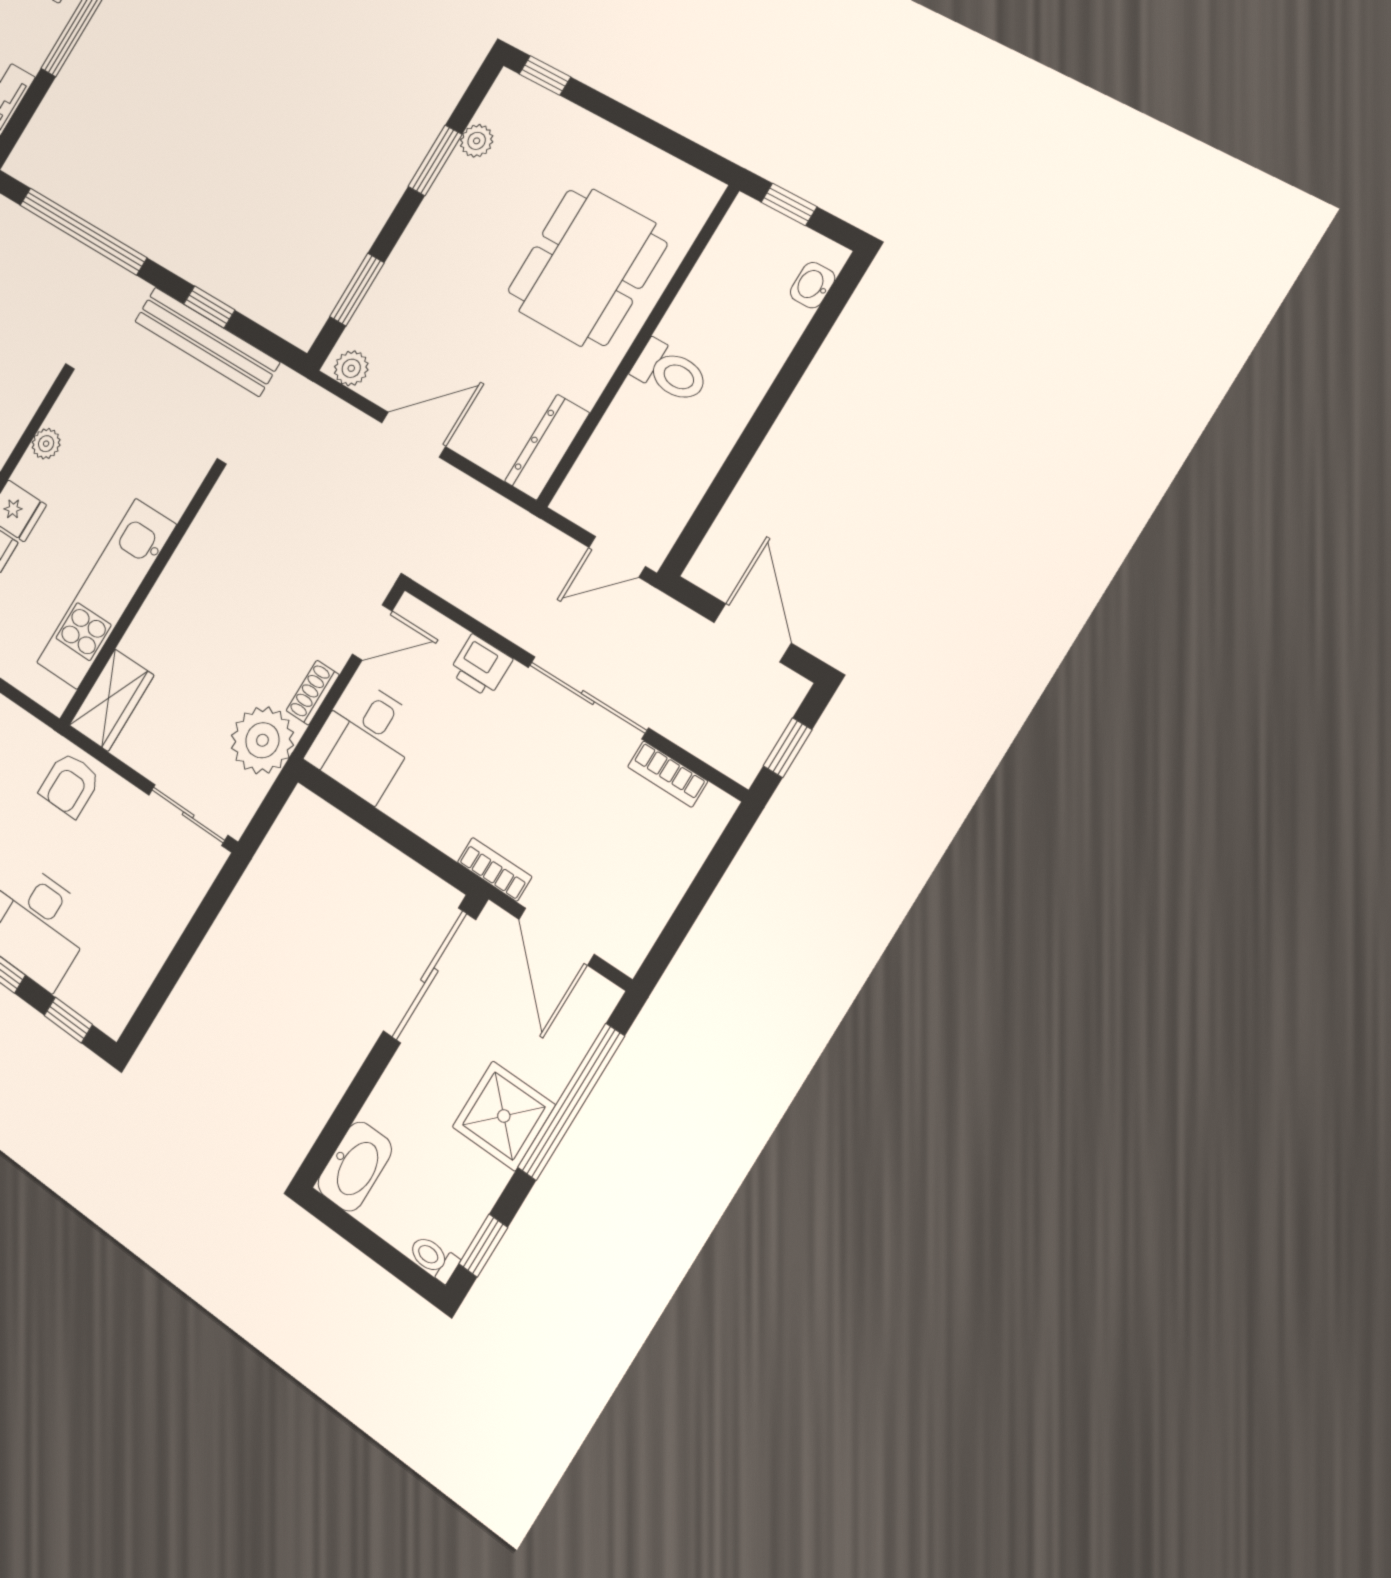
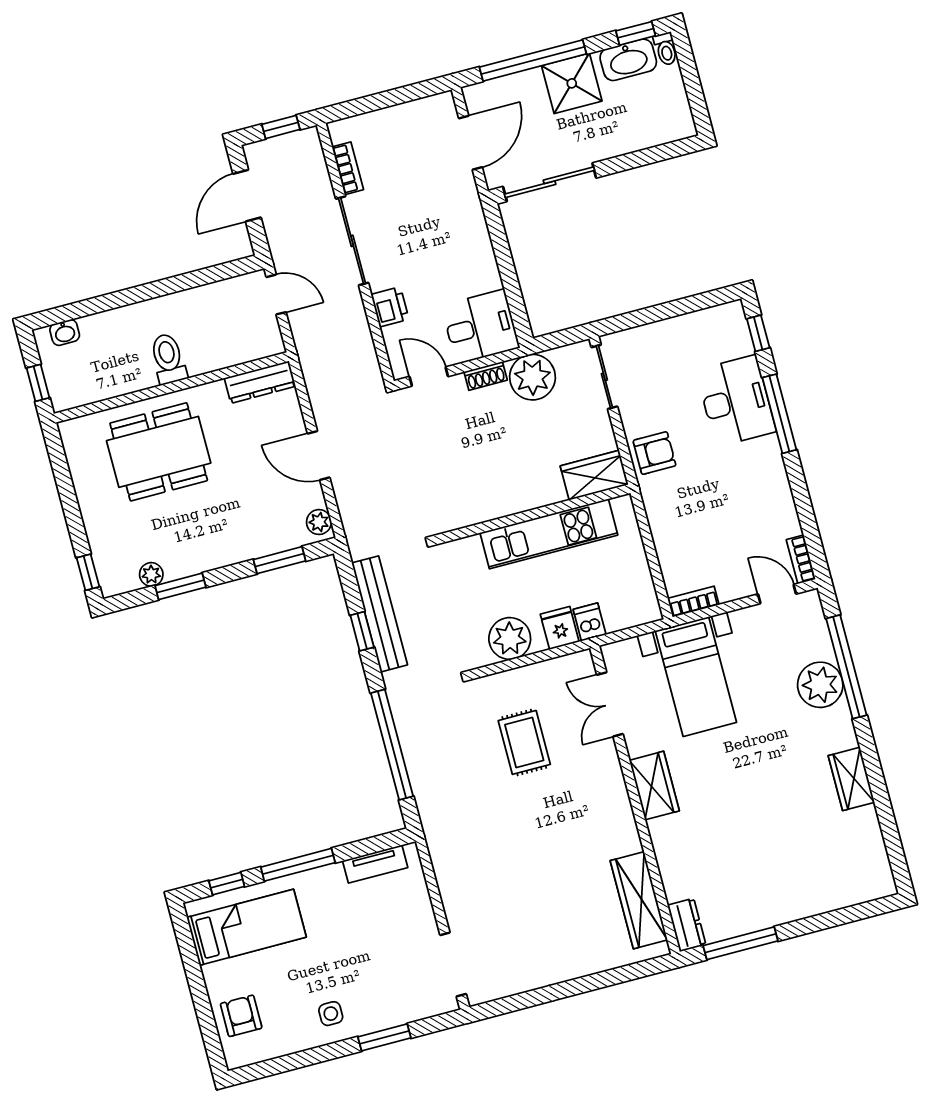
plant: (46, 444) -> (510, 639), width x1.87, depth x1.87
bookcase: (495, 869) -> (472, 202), removed
washbasin: (355, 1167) -> (628, 60), moved, turned 180

